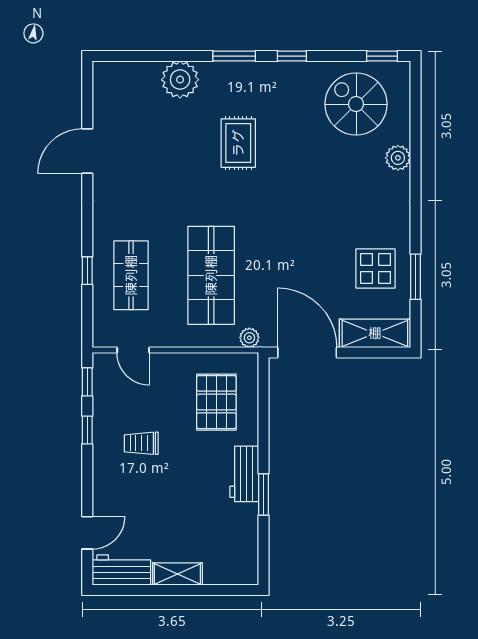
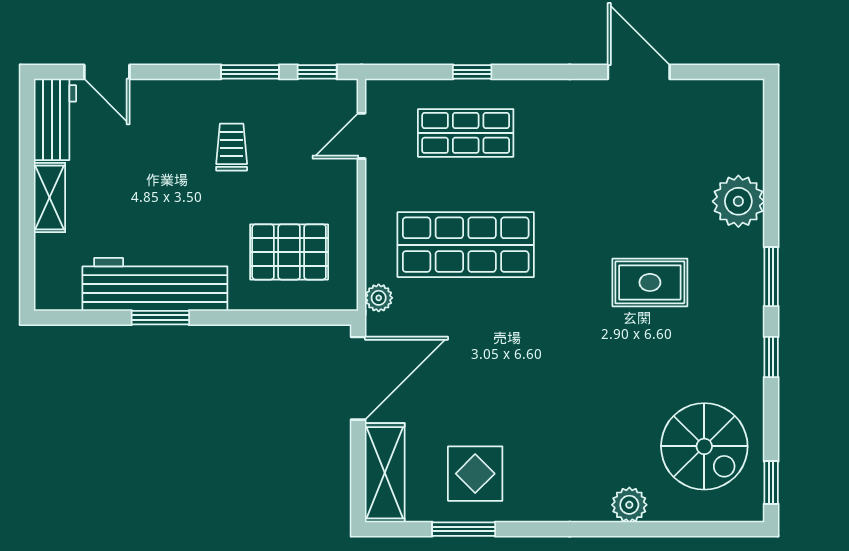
spiral stairs: (356, 104) -> (704, 446), turned 90
window: (87, 430) -> (250, 72), width x1.50
workbench: (244, 474) -> (155, 284), width x1.88, depth x1.32

